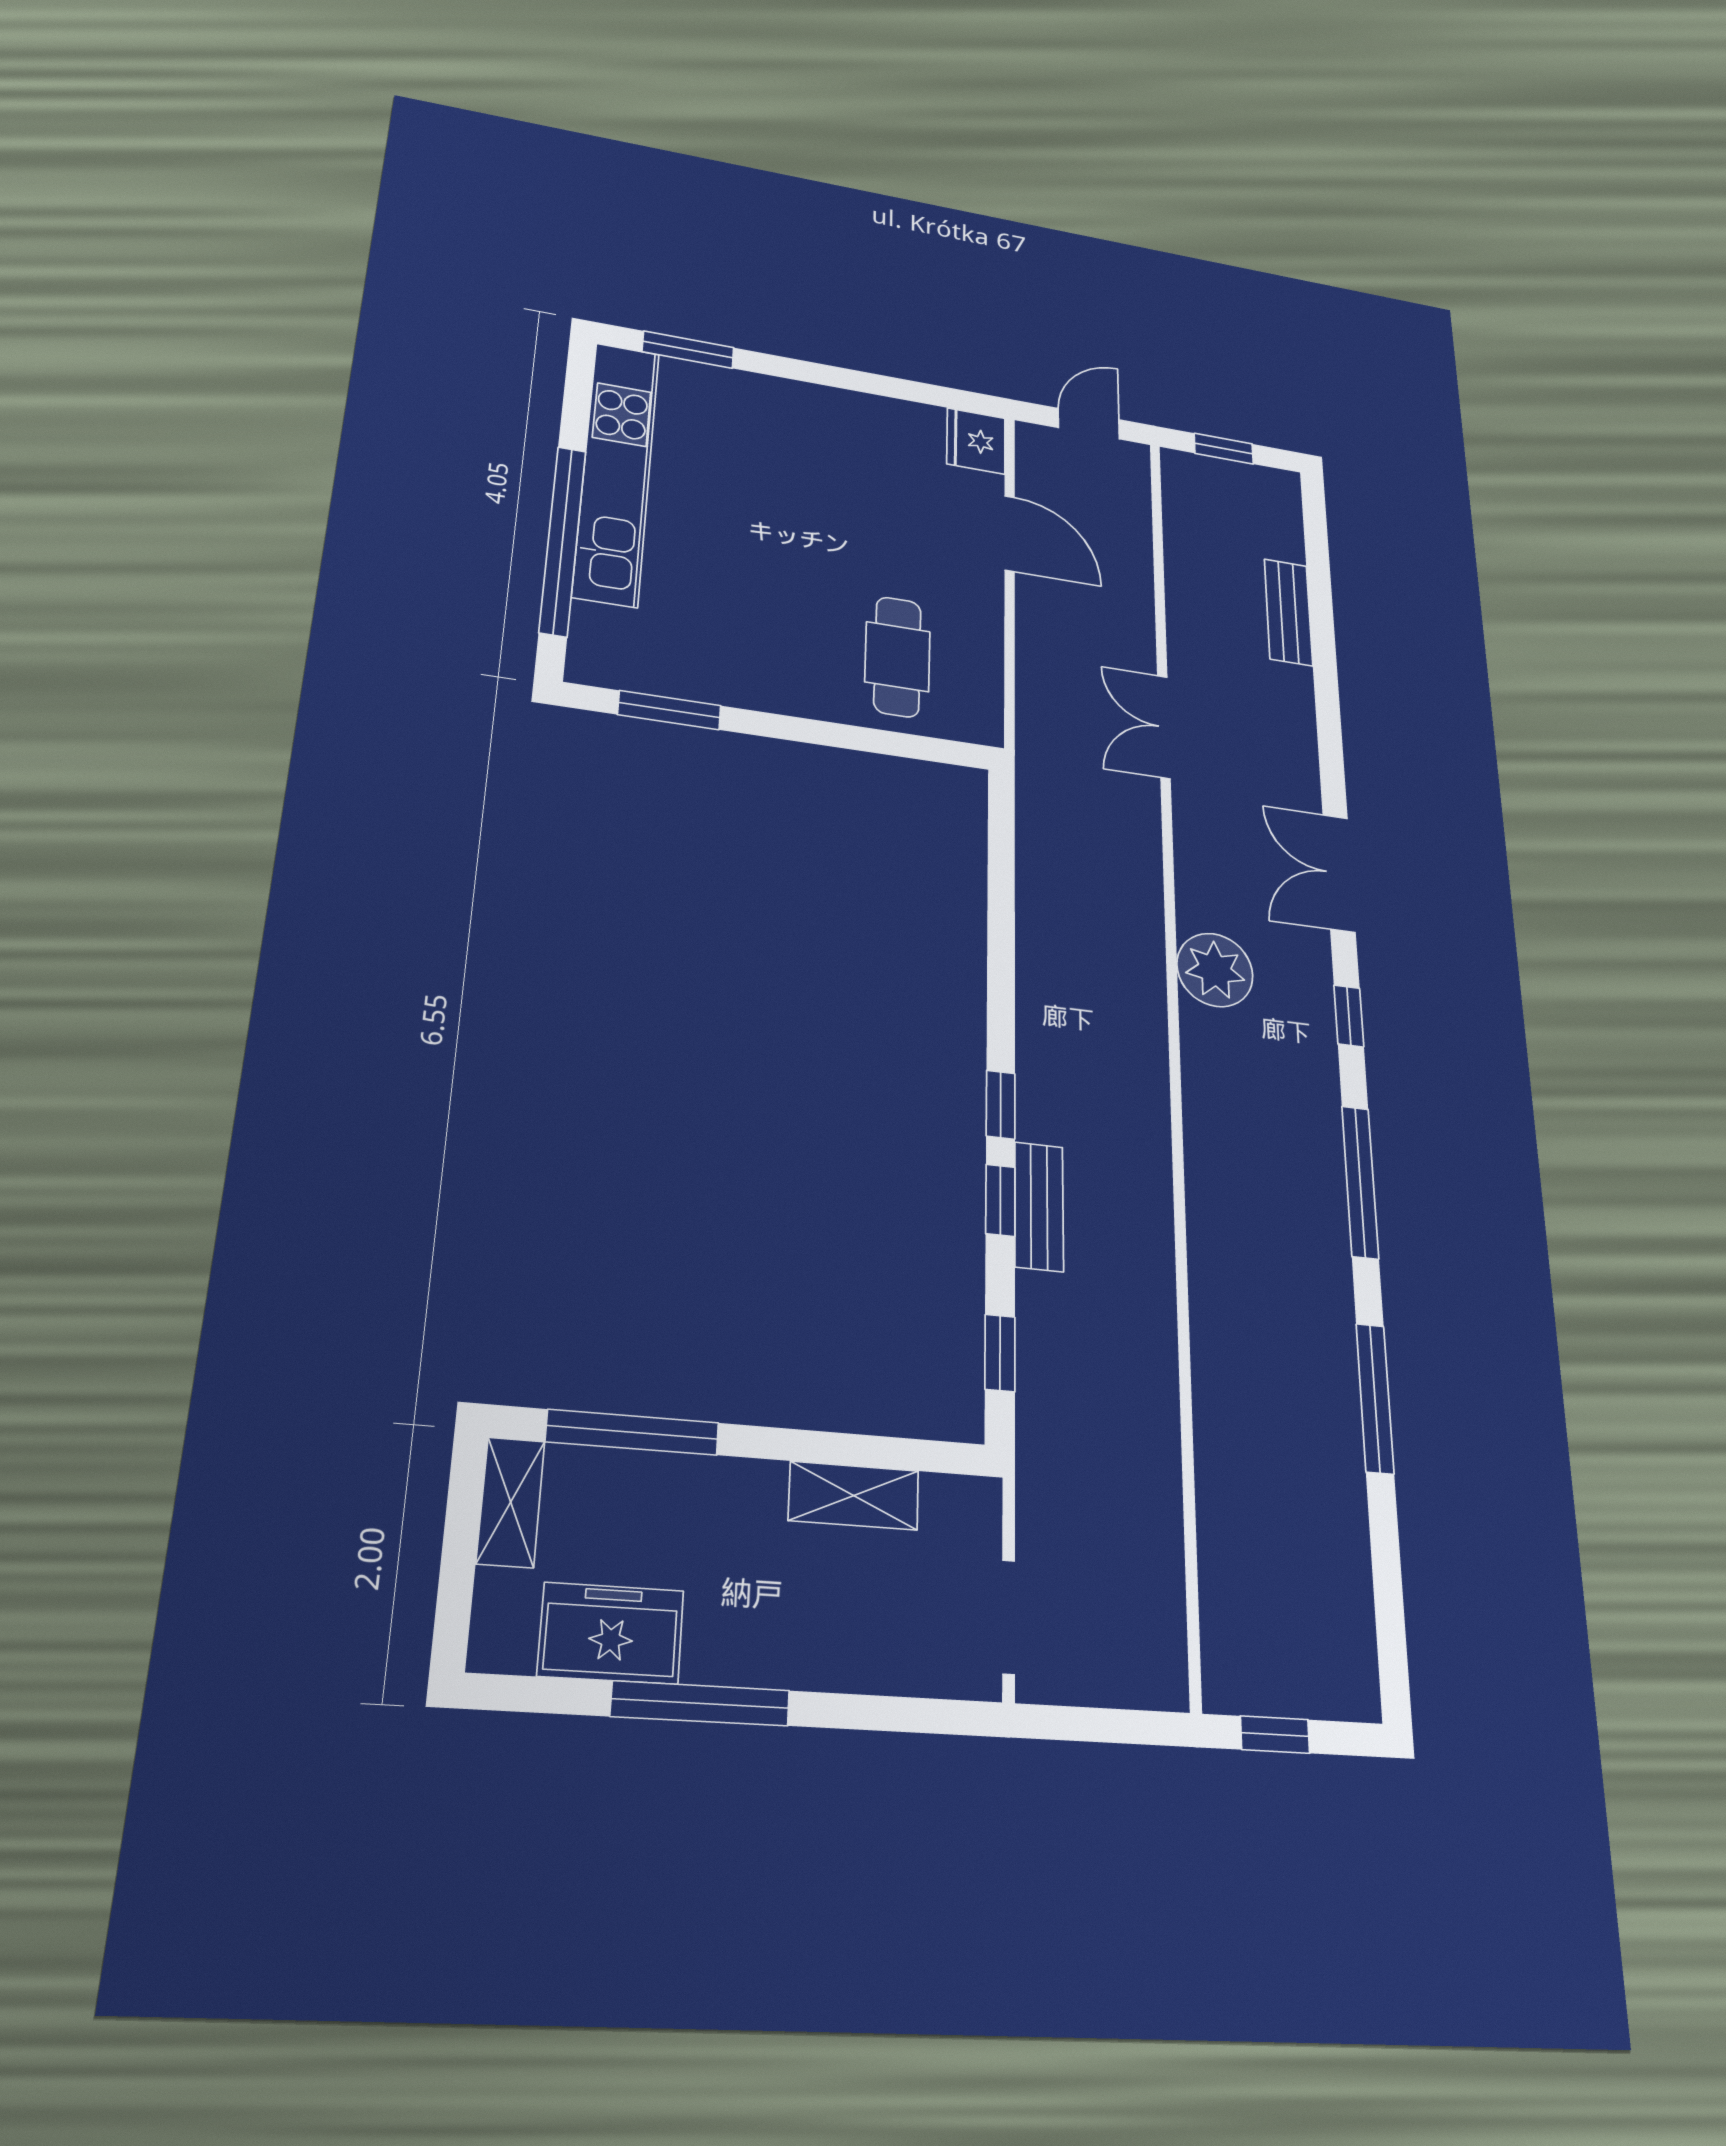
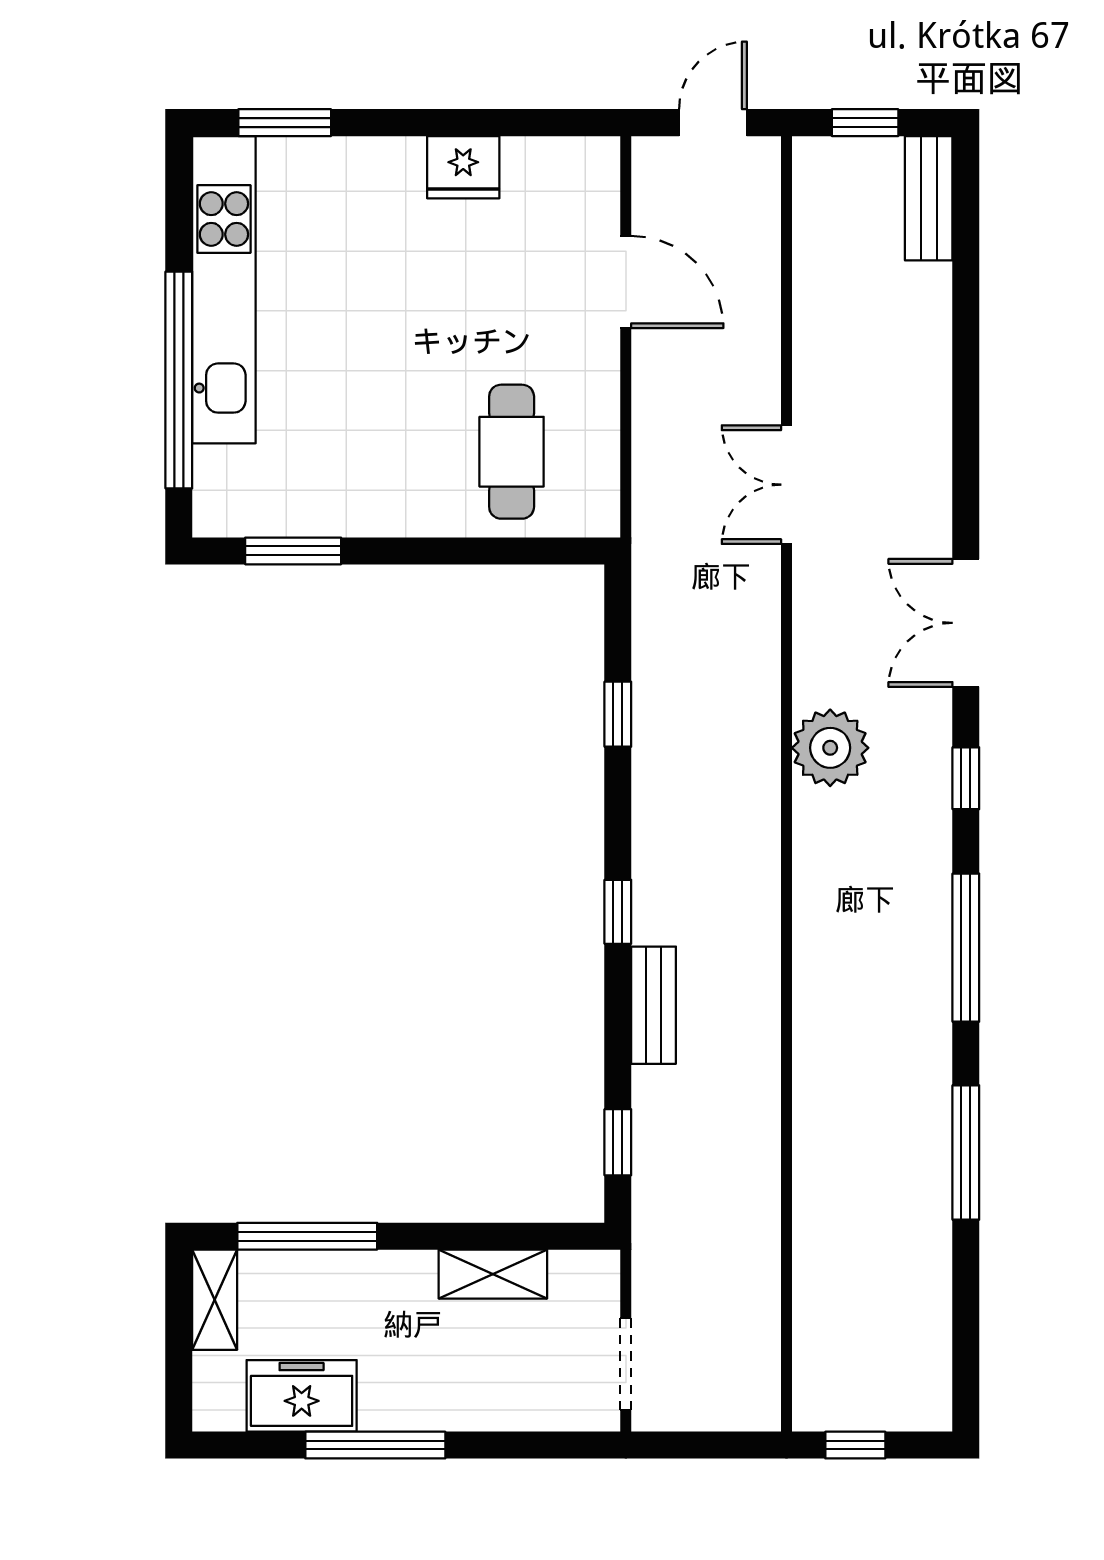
fridge: (976, 441) -> (463, 167), moved, turned -90
bench: (1288, 612) -> (929, 198), moved
window: (1000, 1200) -> (618, 714), moved

